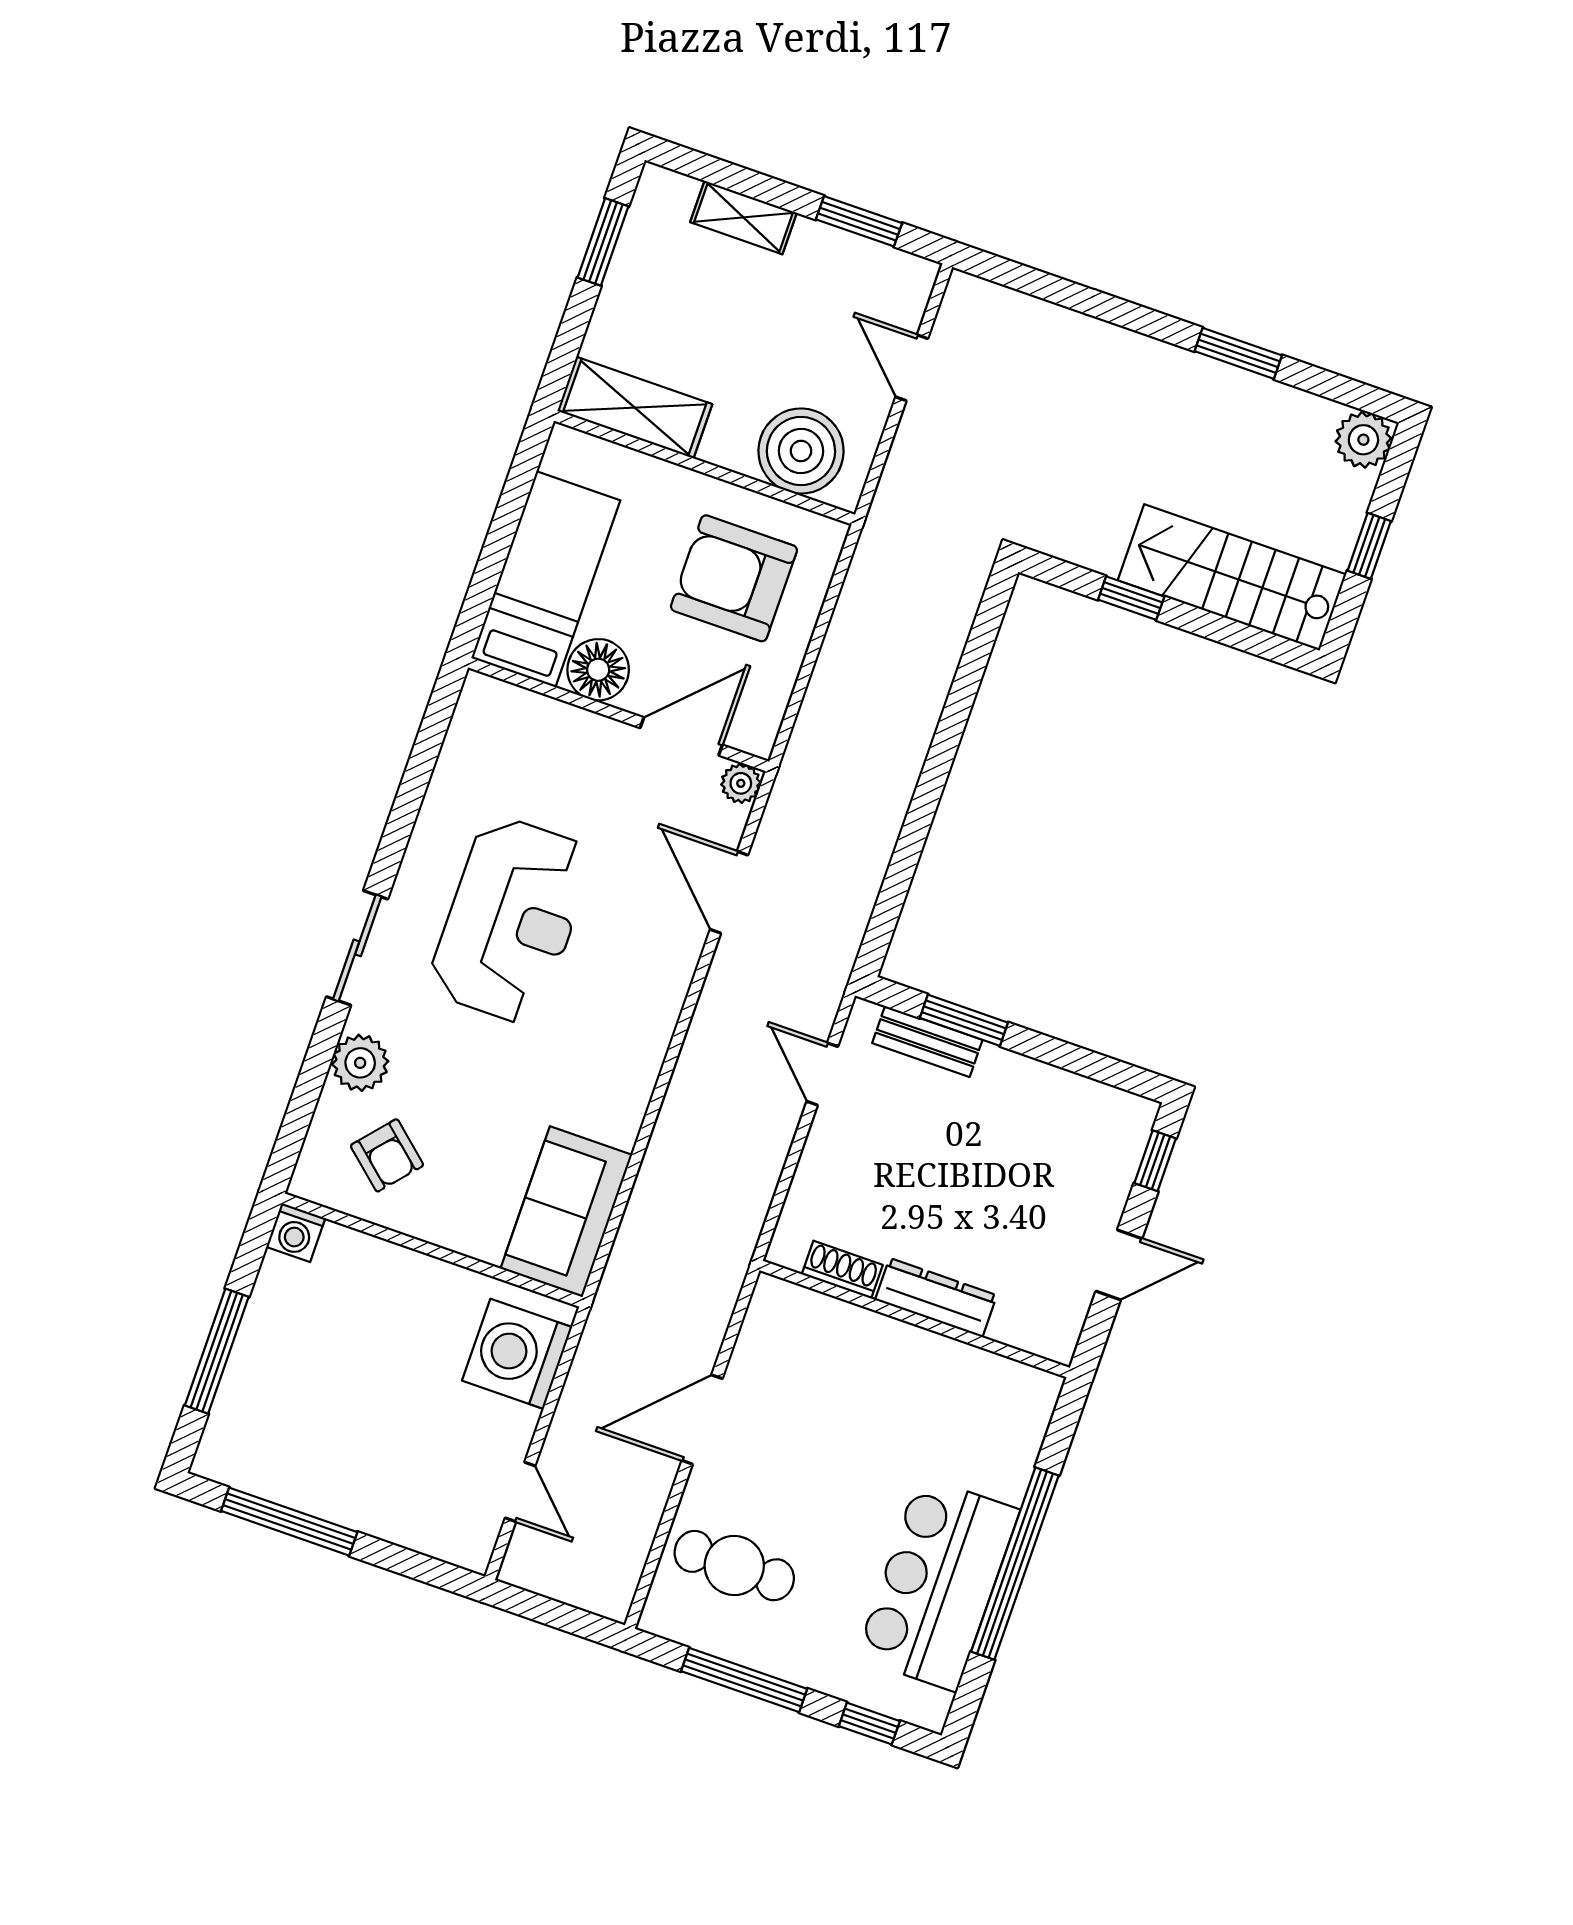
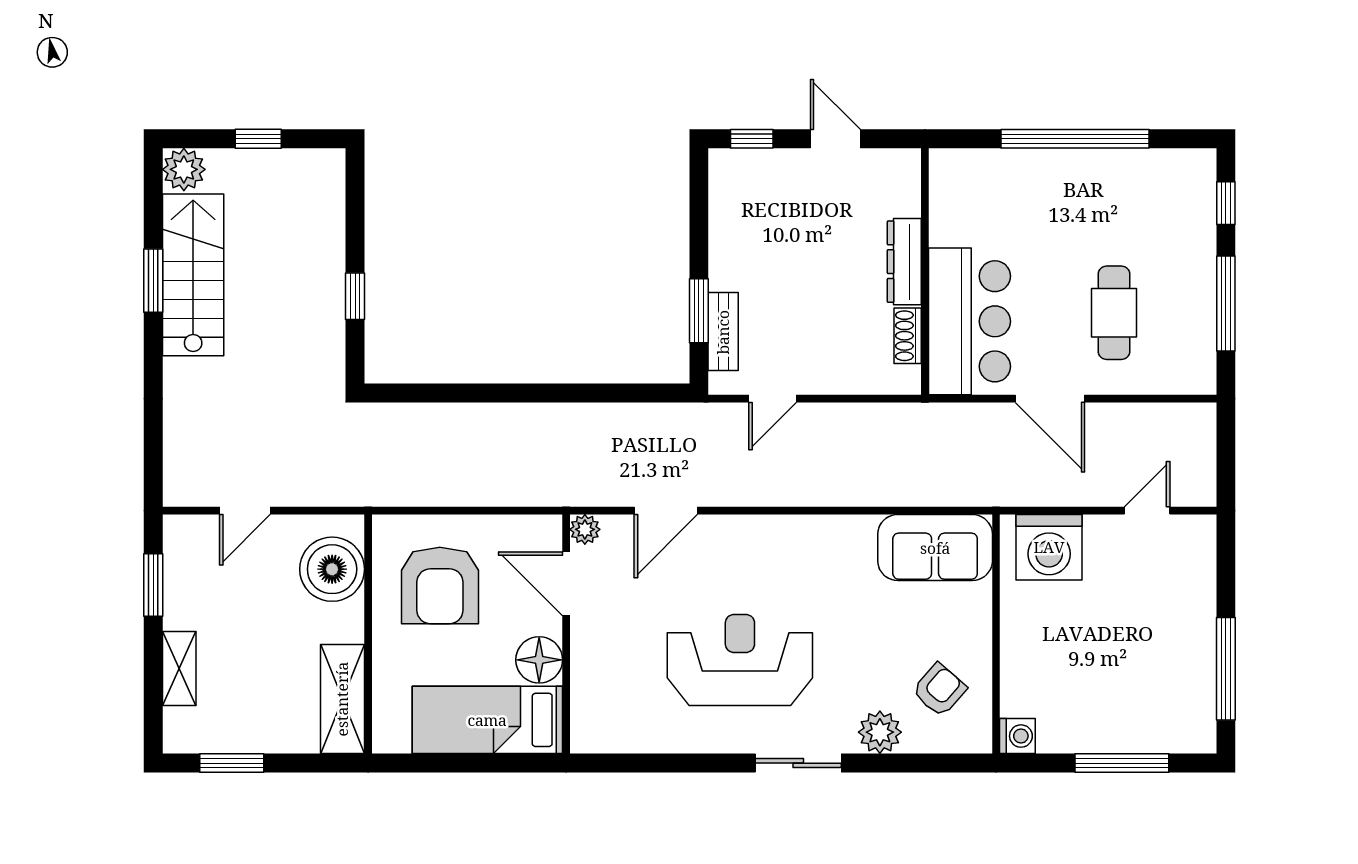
stairs: (1232, 577) -> (193, 275), moved, turned 180
cafe table: (734, 1566) -> (1114, 313), moved
bar counter: (938, 1584) -> (970, 321), moved, turned -90

